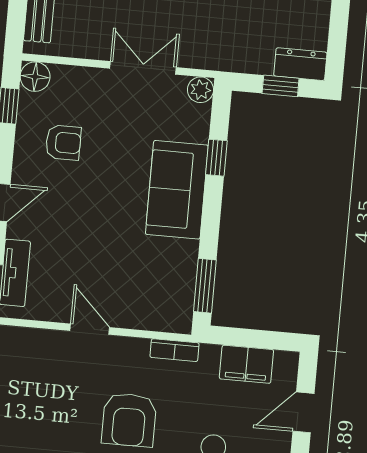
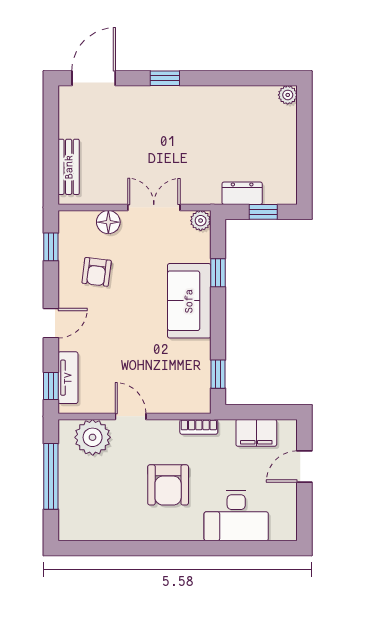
dresser: (300, 64) -> (242, 193), moved
floor lamp: (35, 77) -> (108, 222), moved
armchair: (63, 143) -> (97, 272), turned 97
window: (205, 286) -> (218, 374), width x0.67
plant: (39, 351) -> (93, 437), added

